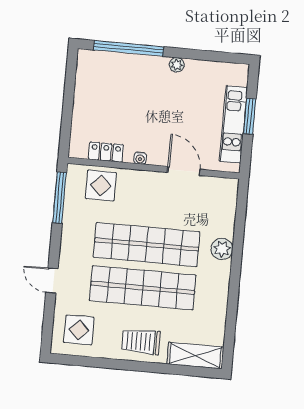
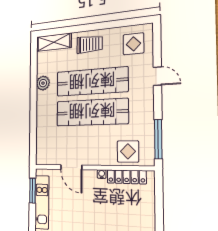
window: (250, 116) -> (32, 191), moved
locker: (106, 152) -> (127, 177), width x1.53
plant: (222, 249) -> (43, 83), moved

